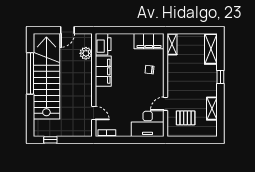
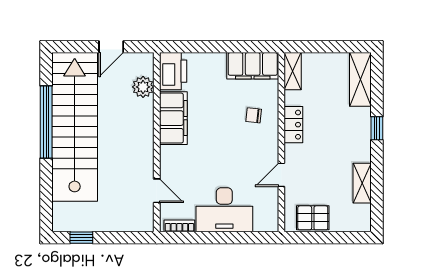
locker: (172, 75) -> (293, 125), added
pallet: (186, 118) -> (313, 218), moved
desk: (148, 124) -> (224, 210), moved

